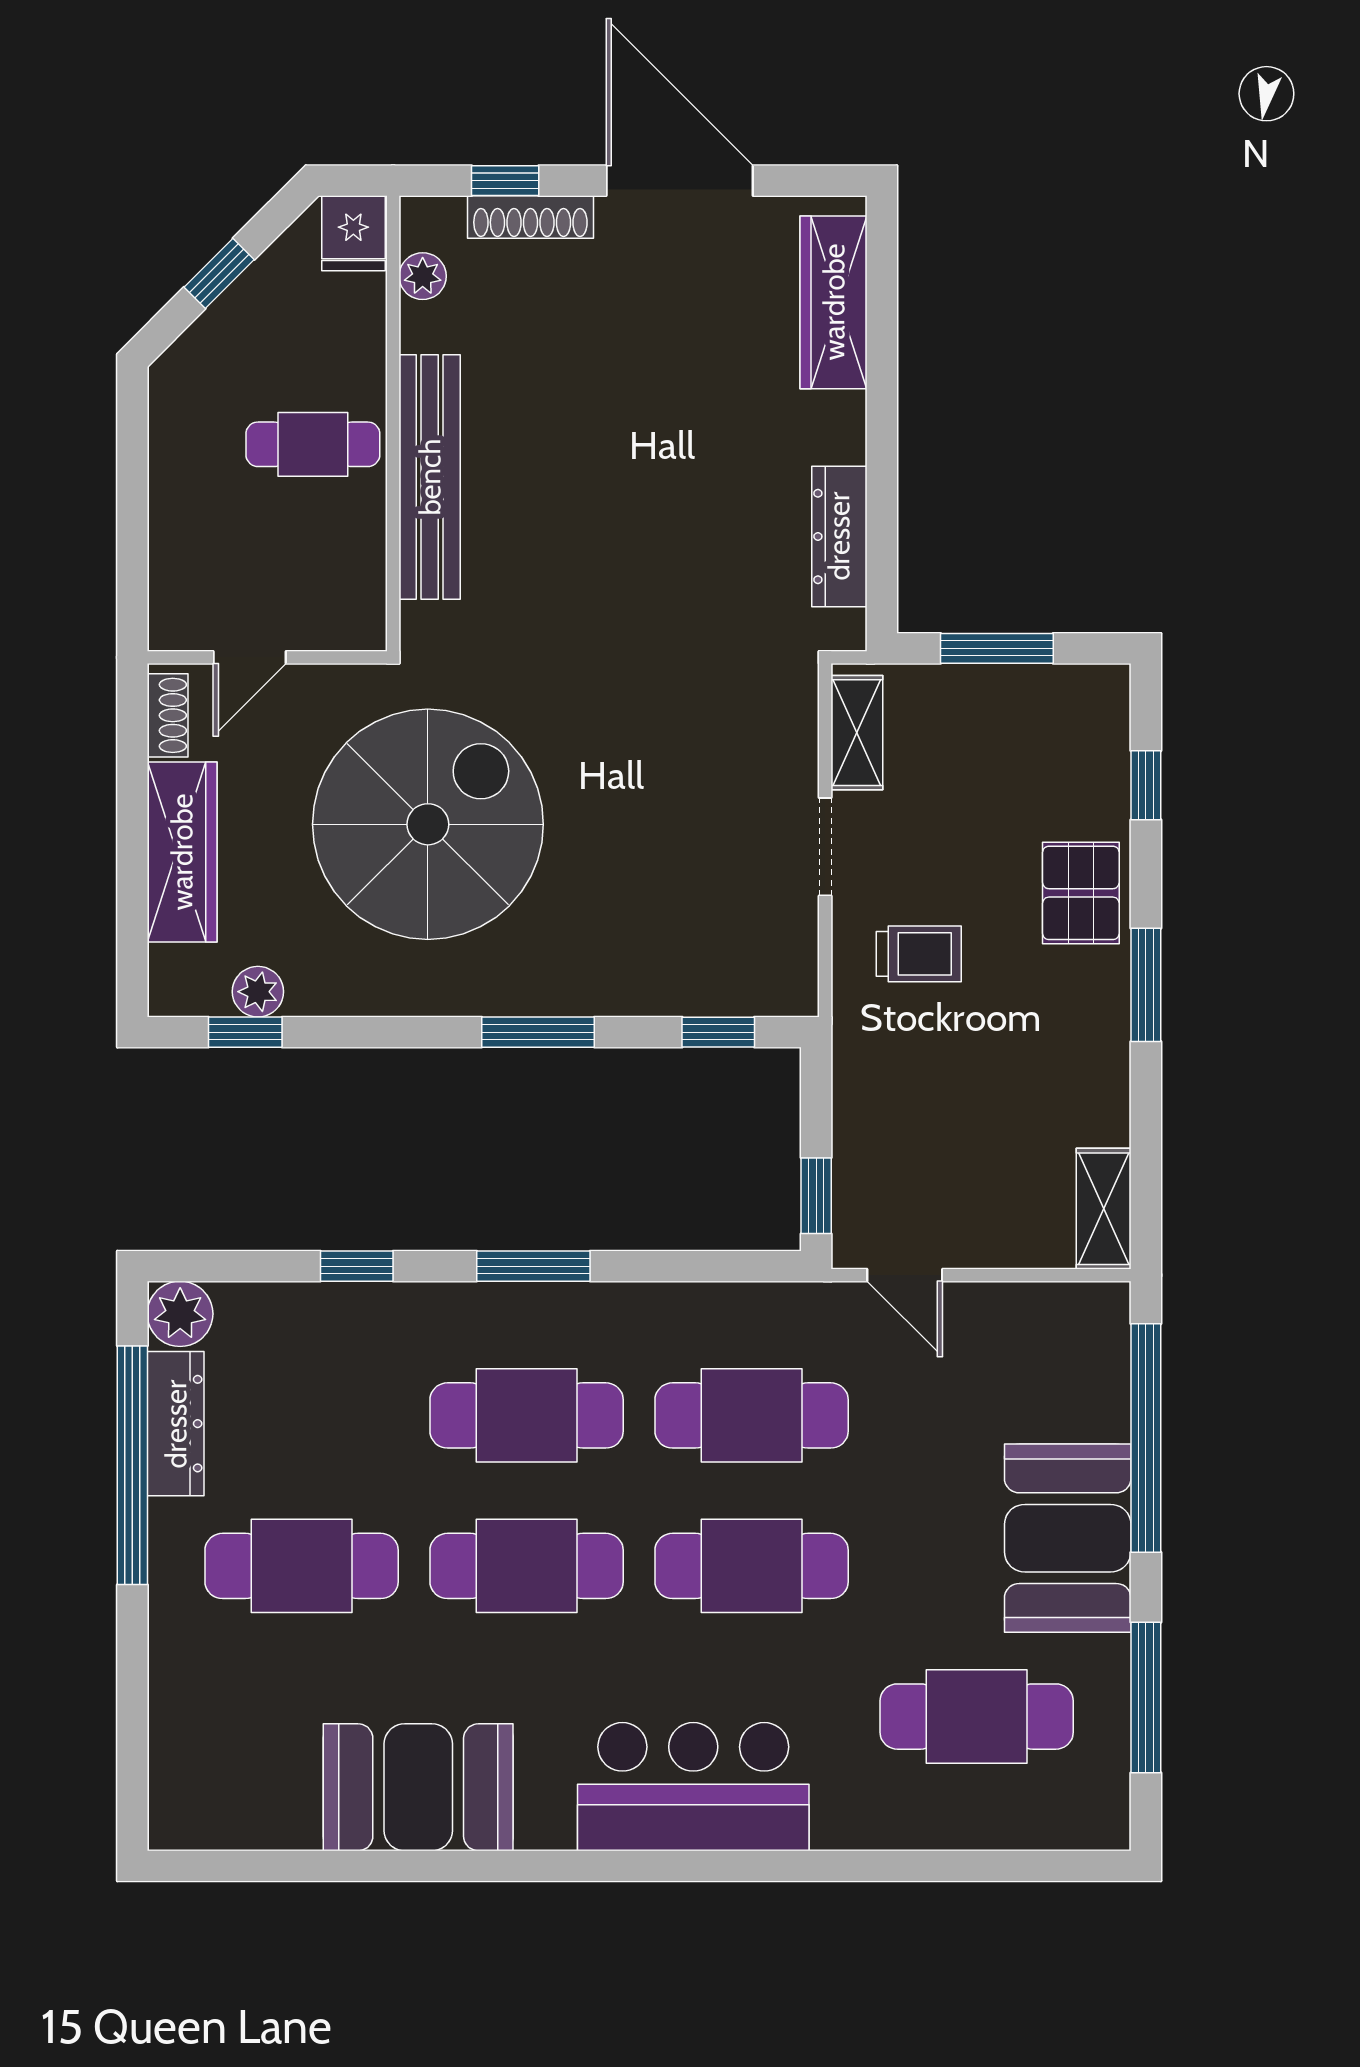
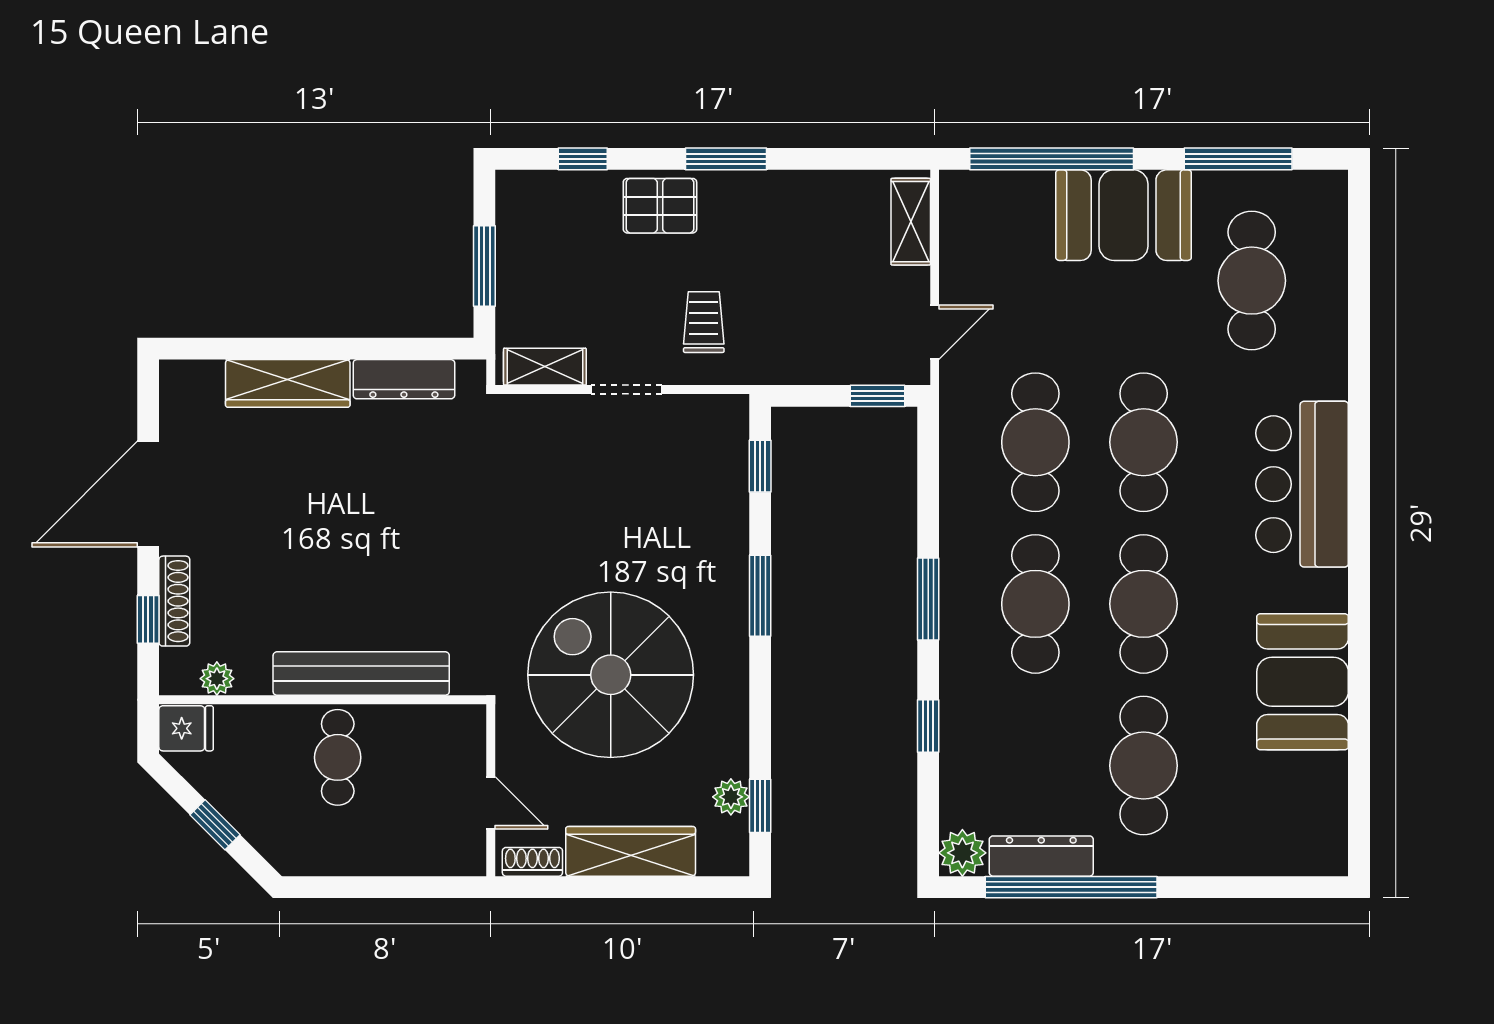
wardrobe: (834, 302) -> (288, 383), moved
shelving: (1104, 1209) -> (911, 222), moved, turned 90

